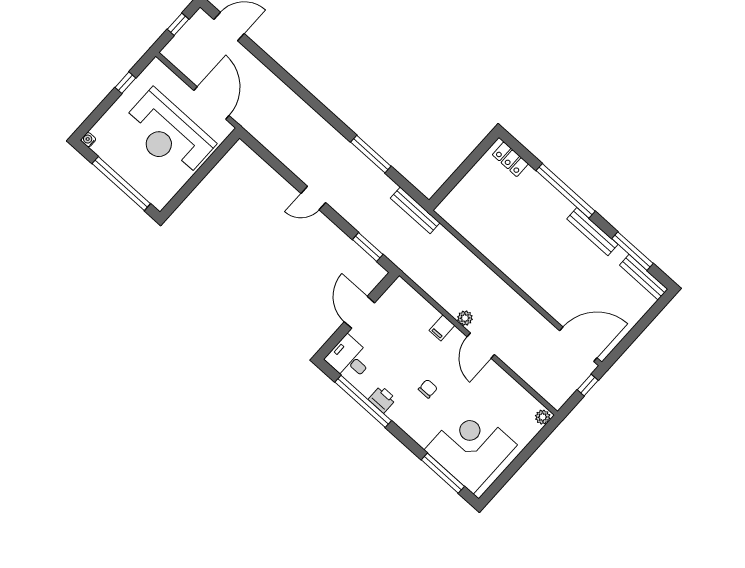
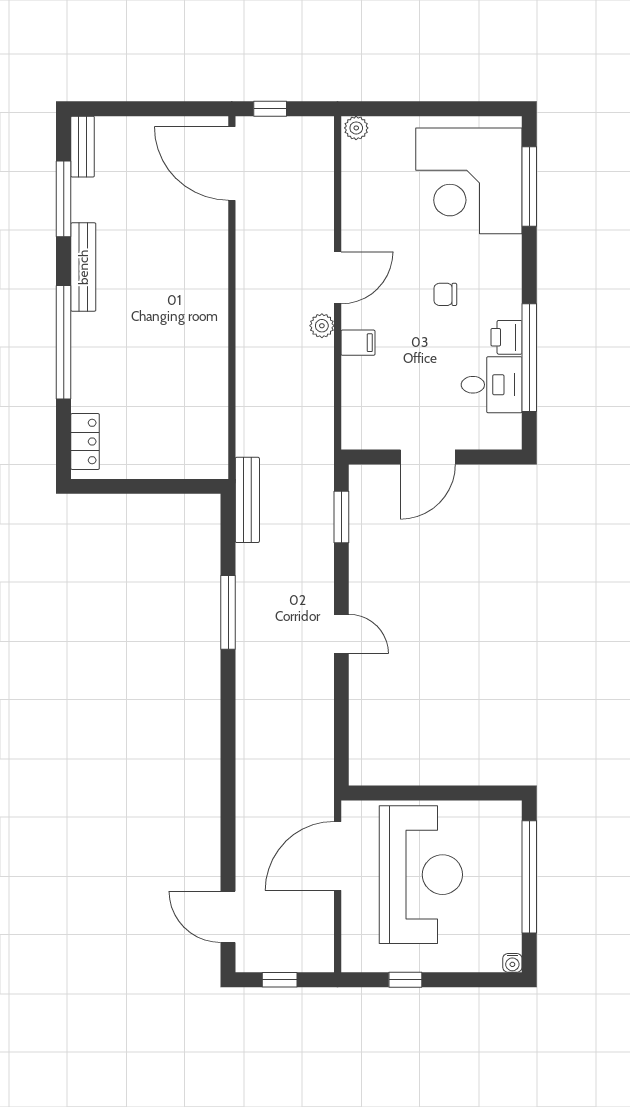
bench: (644, 277) -> (83, 147), width x0.73
desk: (349, 359) -> (492, 385), moved, turned -90

